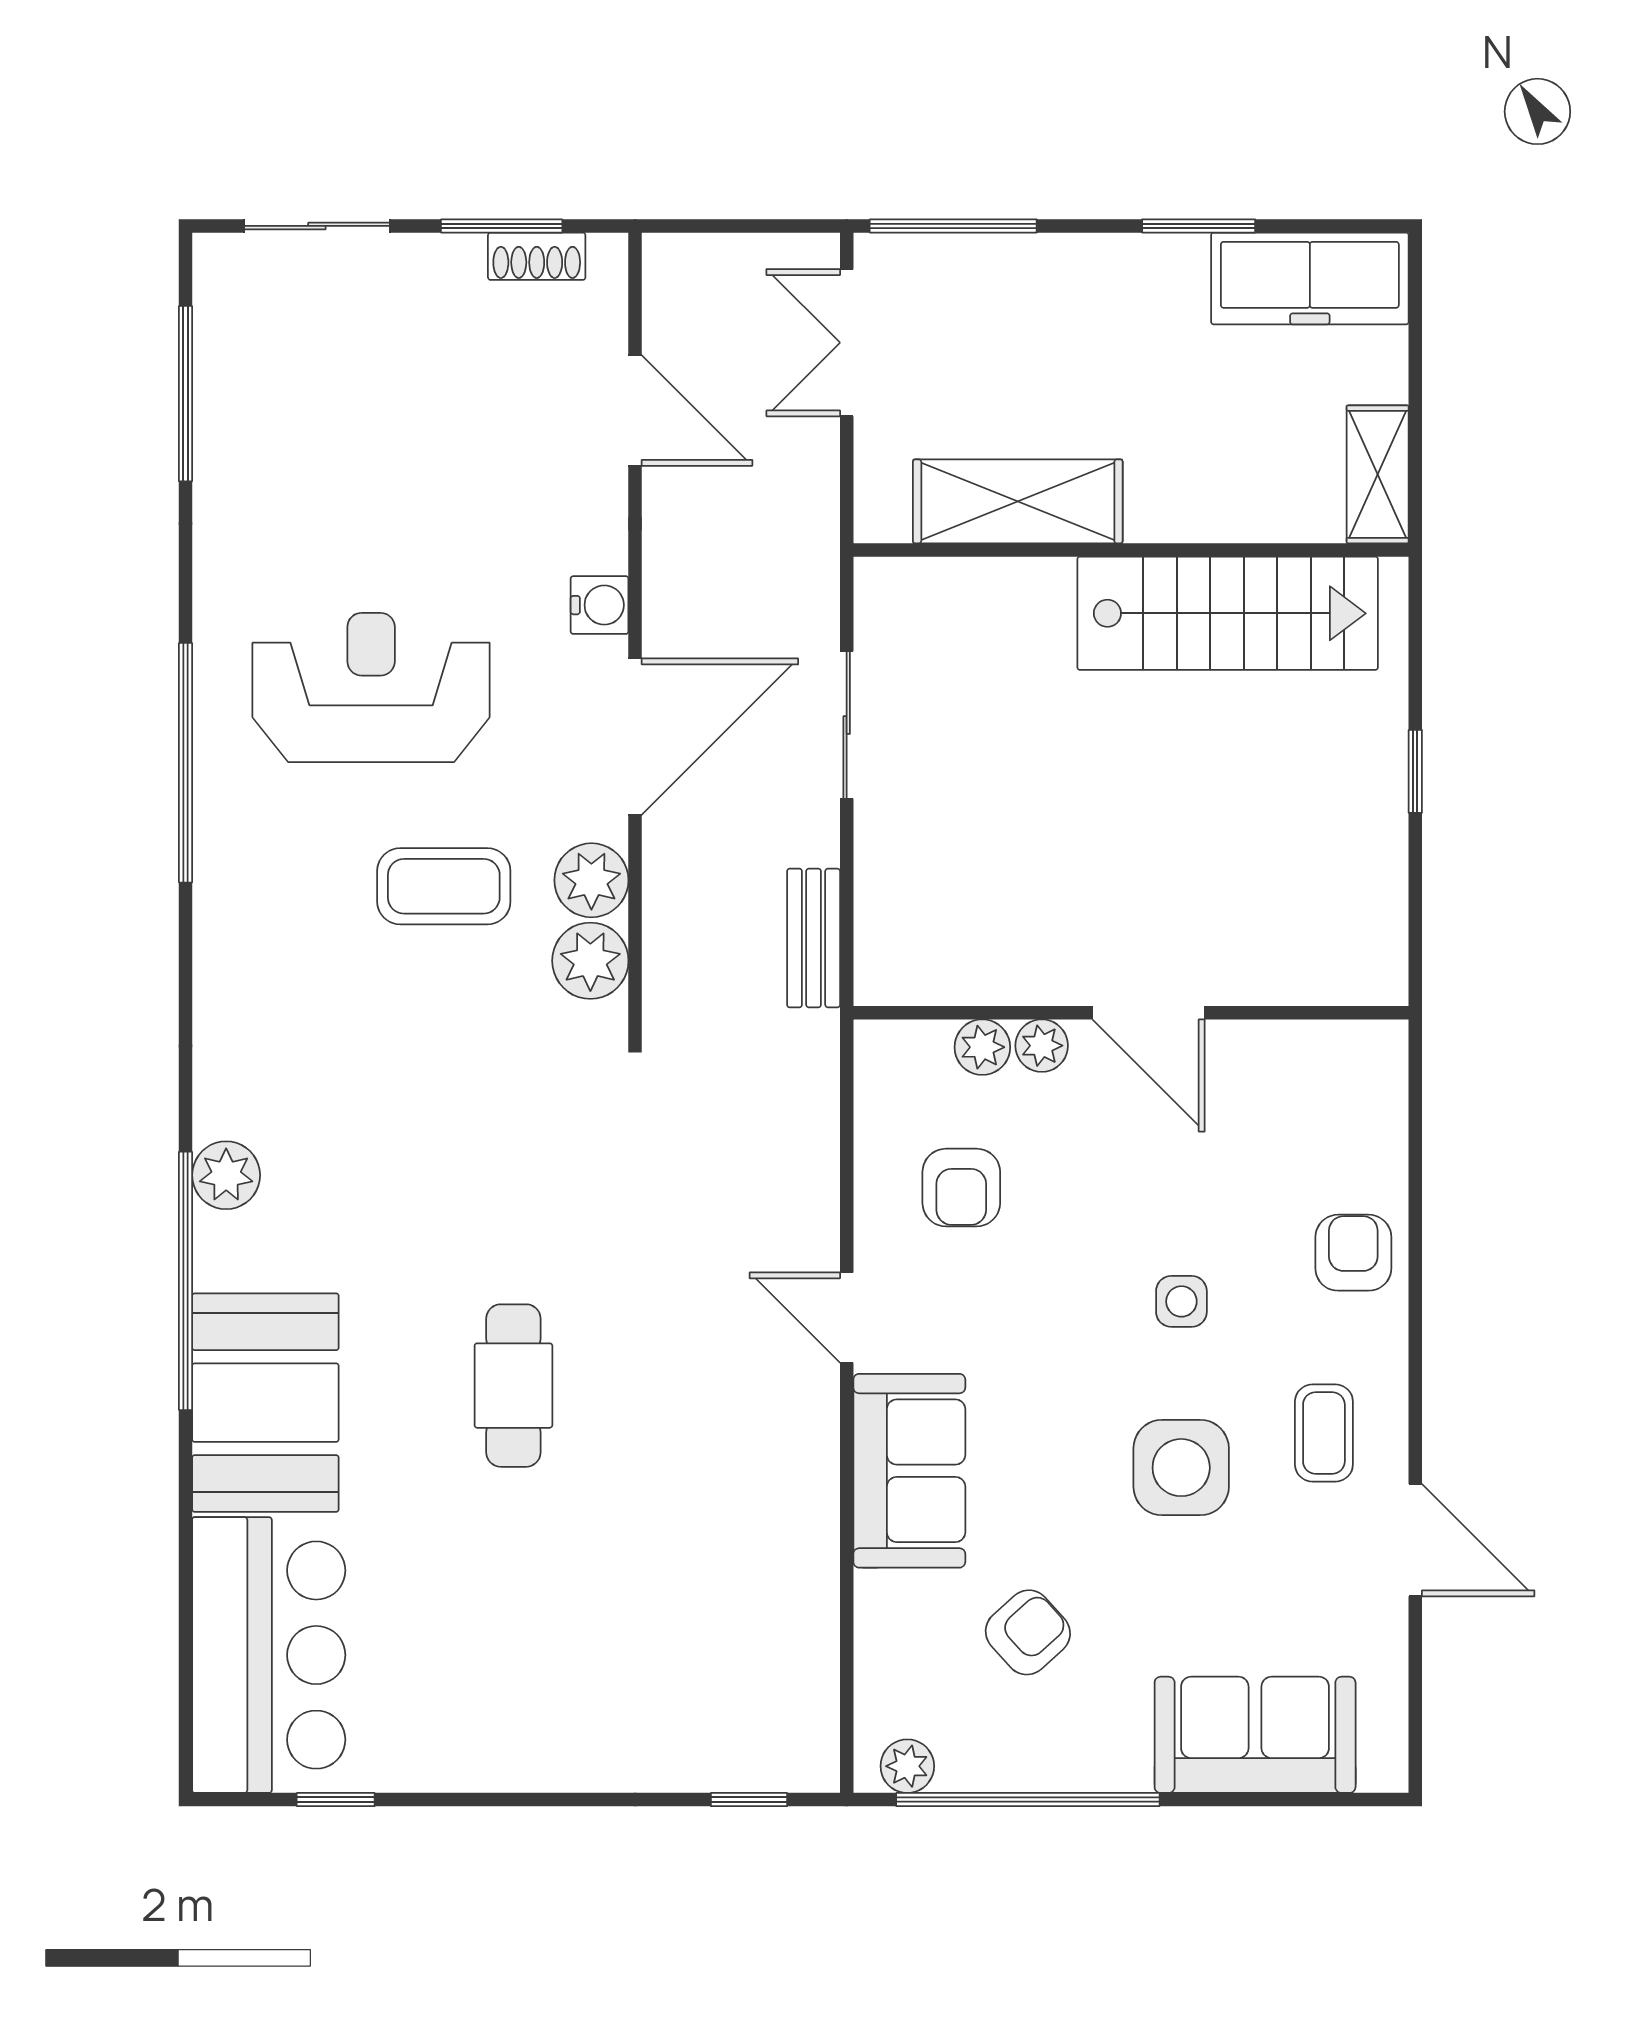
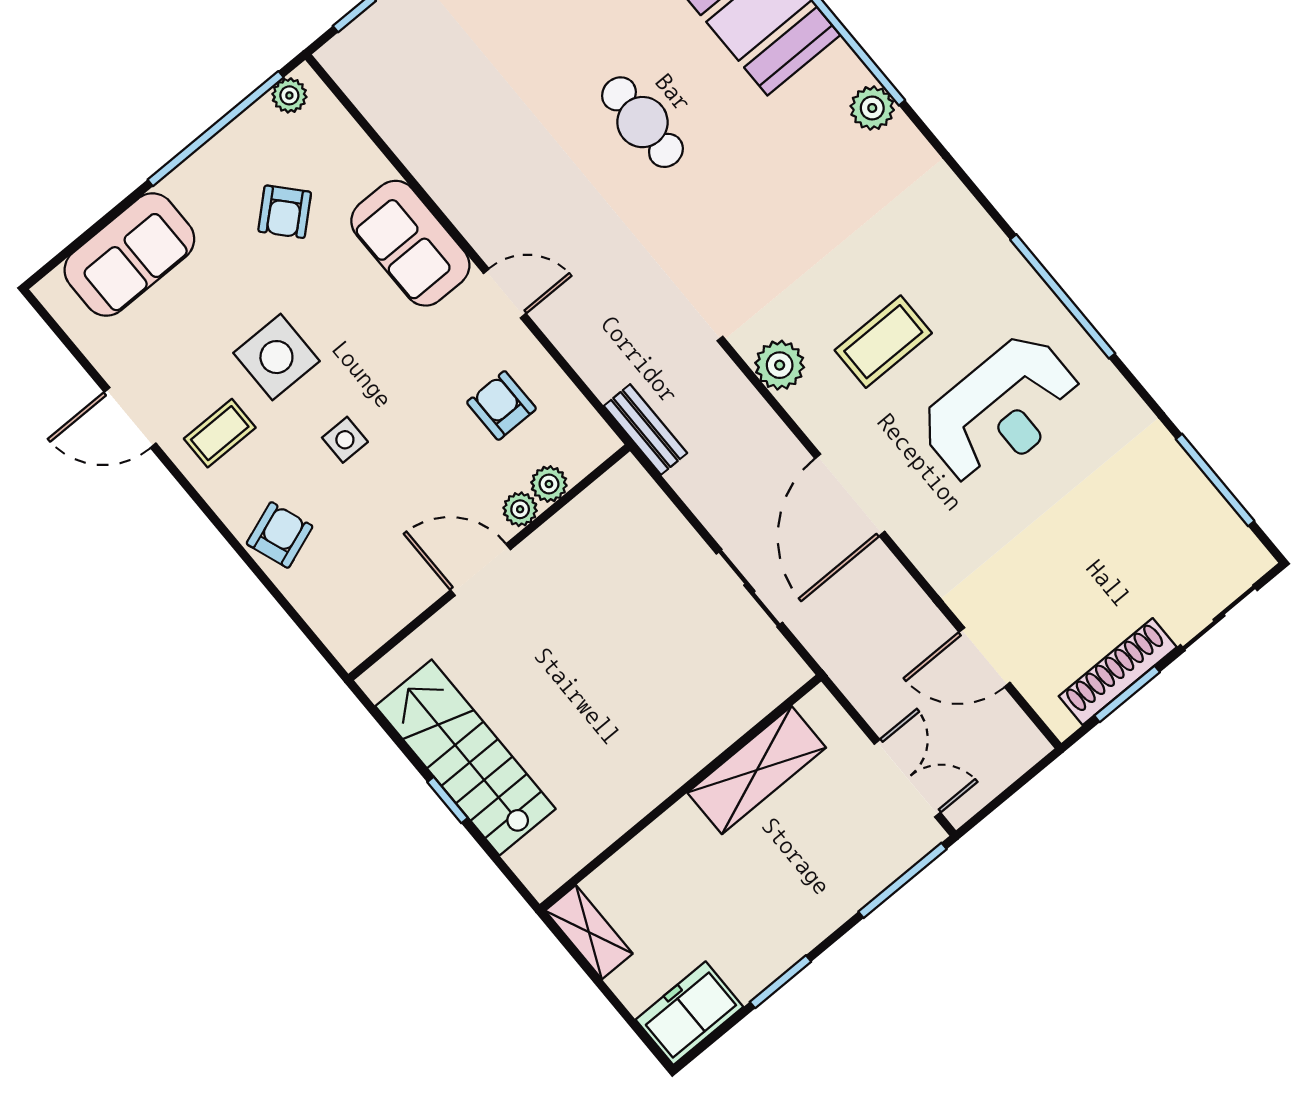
shoe rack: (537, 256) -> (1118, 672), width x1.94, depth x1.24
freezer: (1310, 278) -> (689, 1013), width x0.71
water cooler: (600, 605) -> (922, 546), removed
stairs: (1228, 613) -> (466, 758), moved, turned 90
plant: (591, 880) -> (812, 406), removed
bench: (814, 938) -> (645, 429), moved
armchair: (1353, 1253) -> (280, 535), turned -110
coffee table: (1324, 1433) -> (220, 433), turned 90

